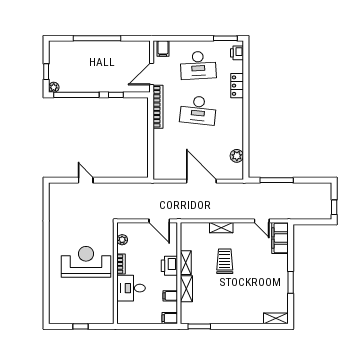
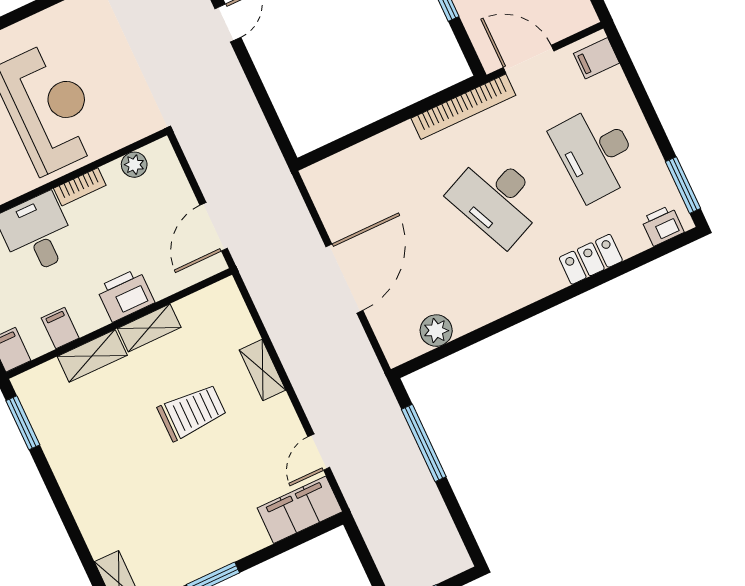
desk: (198, 110) -> (497, 199), turned -30

